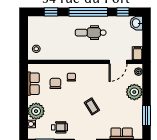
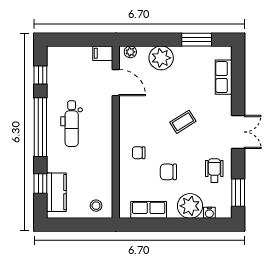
kitchen counter: (45, 22) -> (56, 192), added
washbasin: (136, 23) -> (57, 55), removed
chair: (55, 83) -> (168, 172), moved

